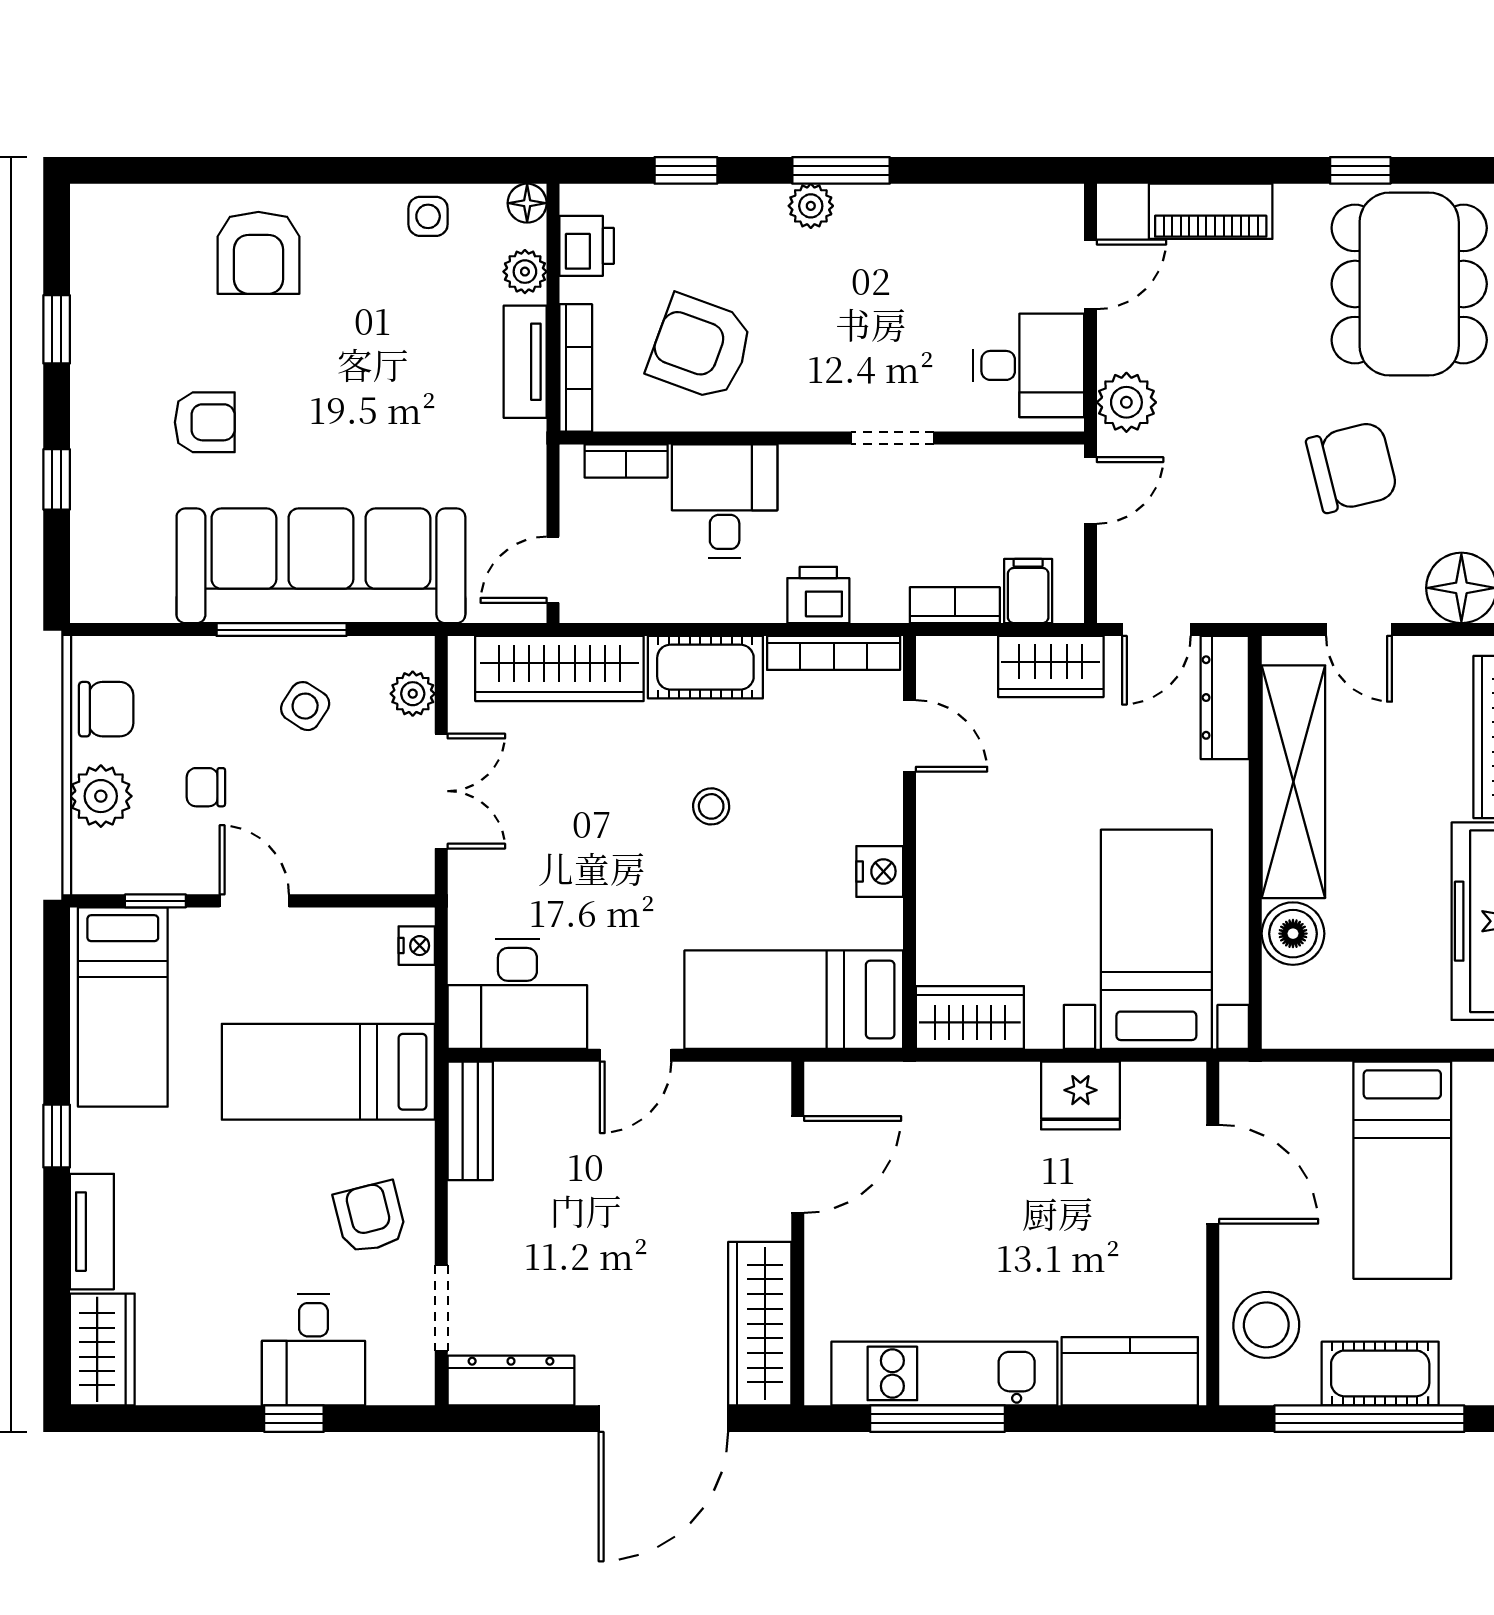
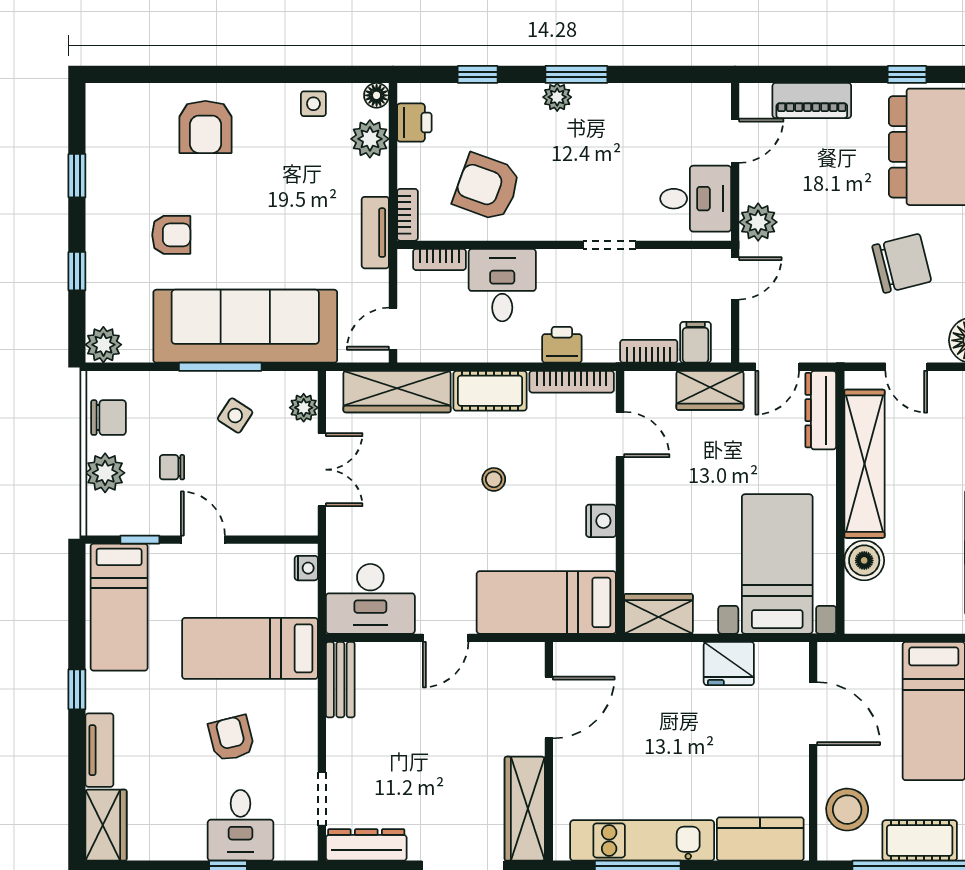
plant: (525, 272) -> (370, 139), width x1.38, depth x1.38
tv unit: (525, 362) -> (375, 233), moved
bookcase: (576, 368) -> (407, 215), width x0.64
plant: (98, 595) -> (103, 345), added
armchair: (370, 1217) -> (231, 738), moved

